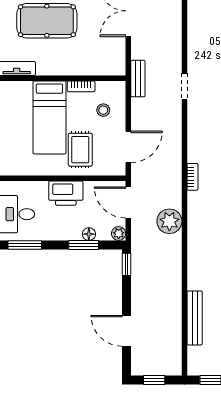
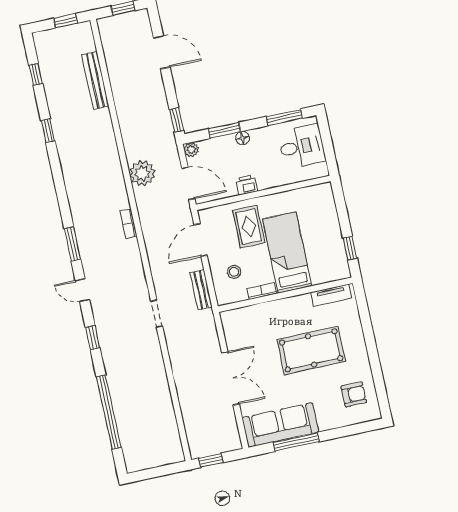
bench: (138, 79) -> (201, 290), moved
printer: (66, 193) -> (247, 185), width x0.53, depth x0.68
floor lamp: (89, 234) -> (243, 138), moved

